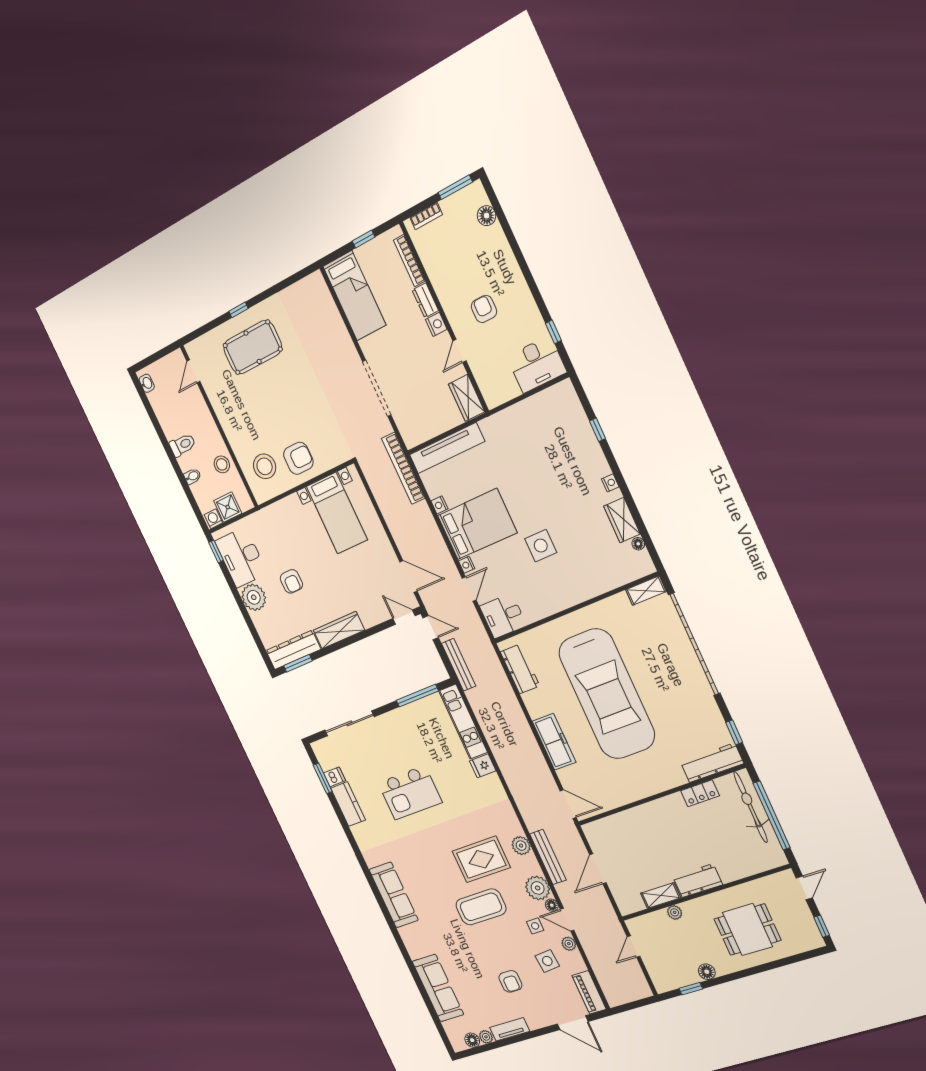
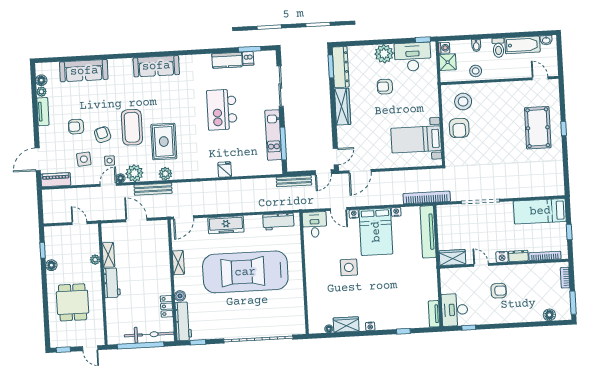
tv unit: (555, 393) -> (434, 314), added
bathtub: (166, 413) -> (522, 45), added
shelving: (646, 591) -> (178, 263), moved
kitchen unit: (463, 722) -> (273, 135), moved, turned -90
boiler: (678, 778) -> (180, 296), added
armchair: (506, 944) -> (103, 135), added
plant: (569, 944) -> (92, 179), removed

